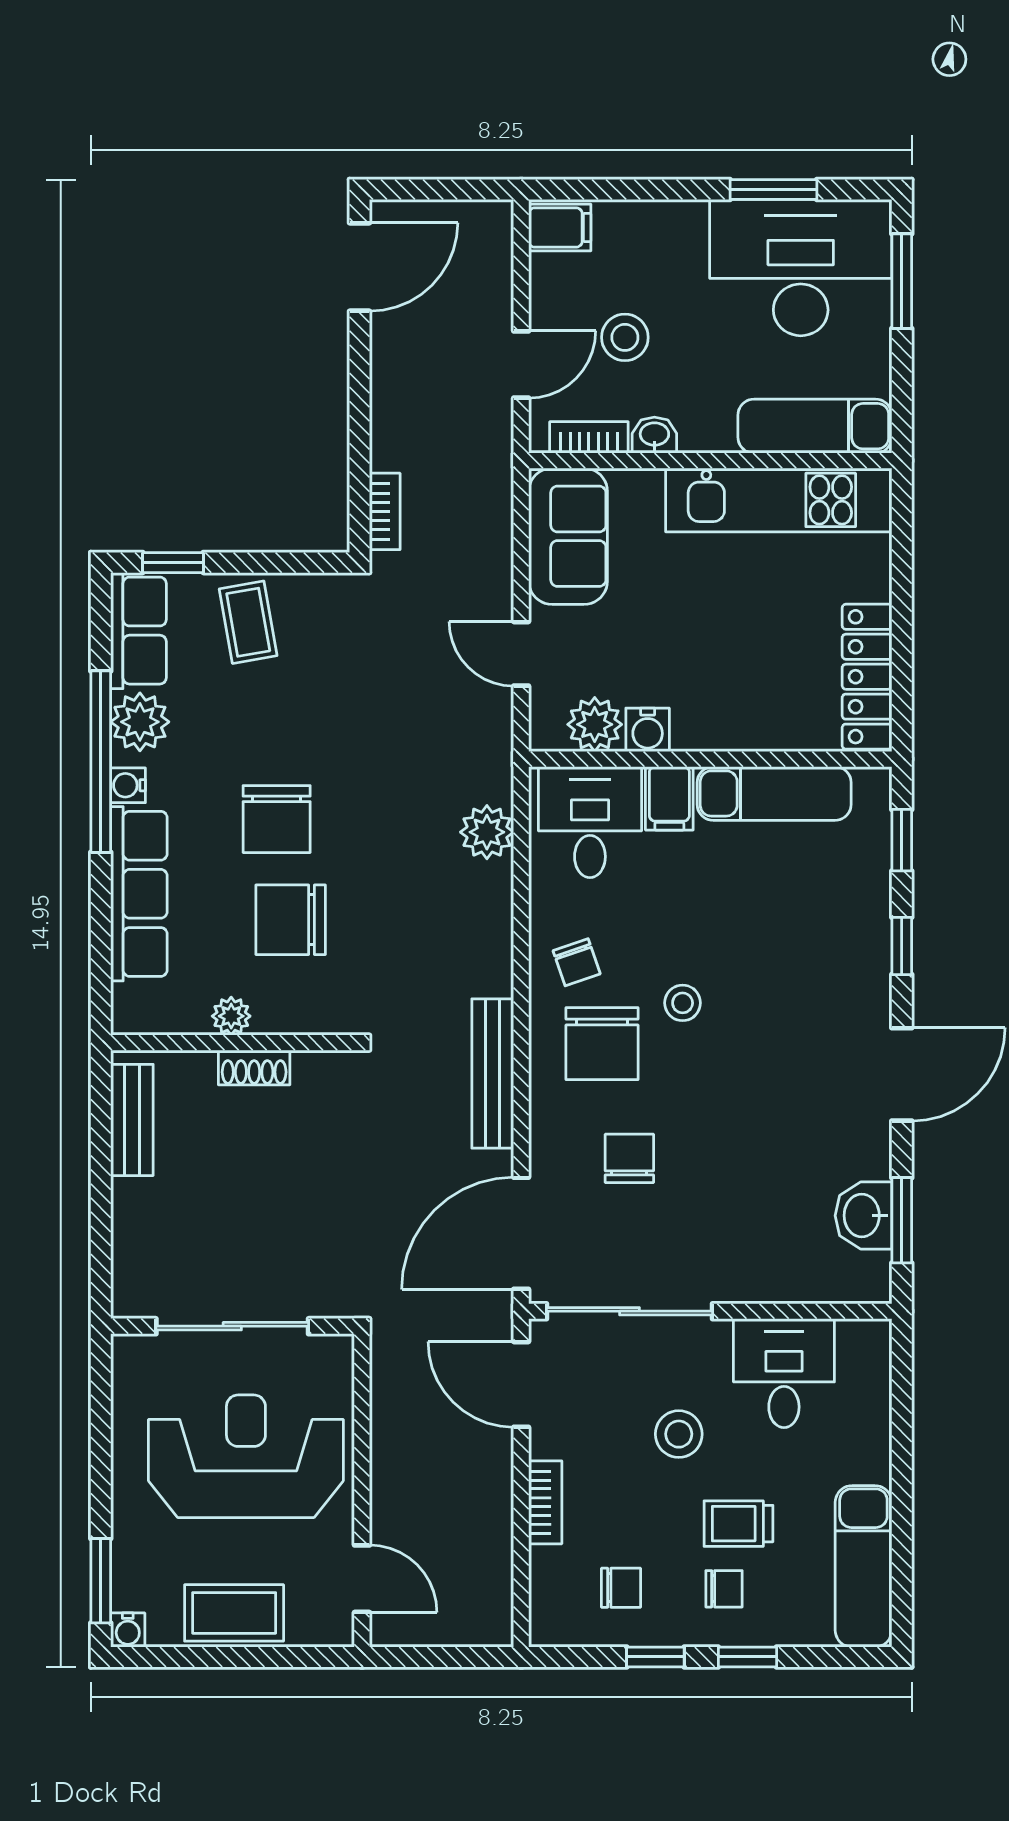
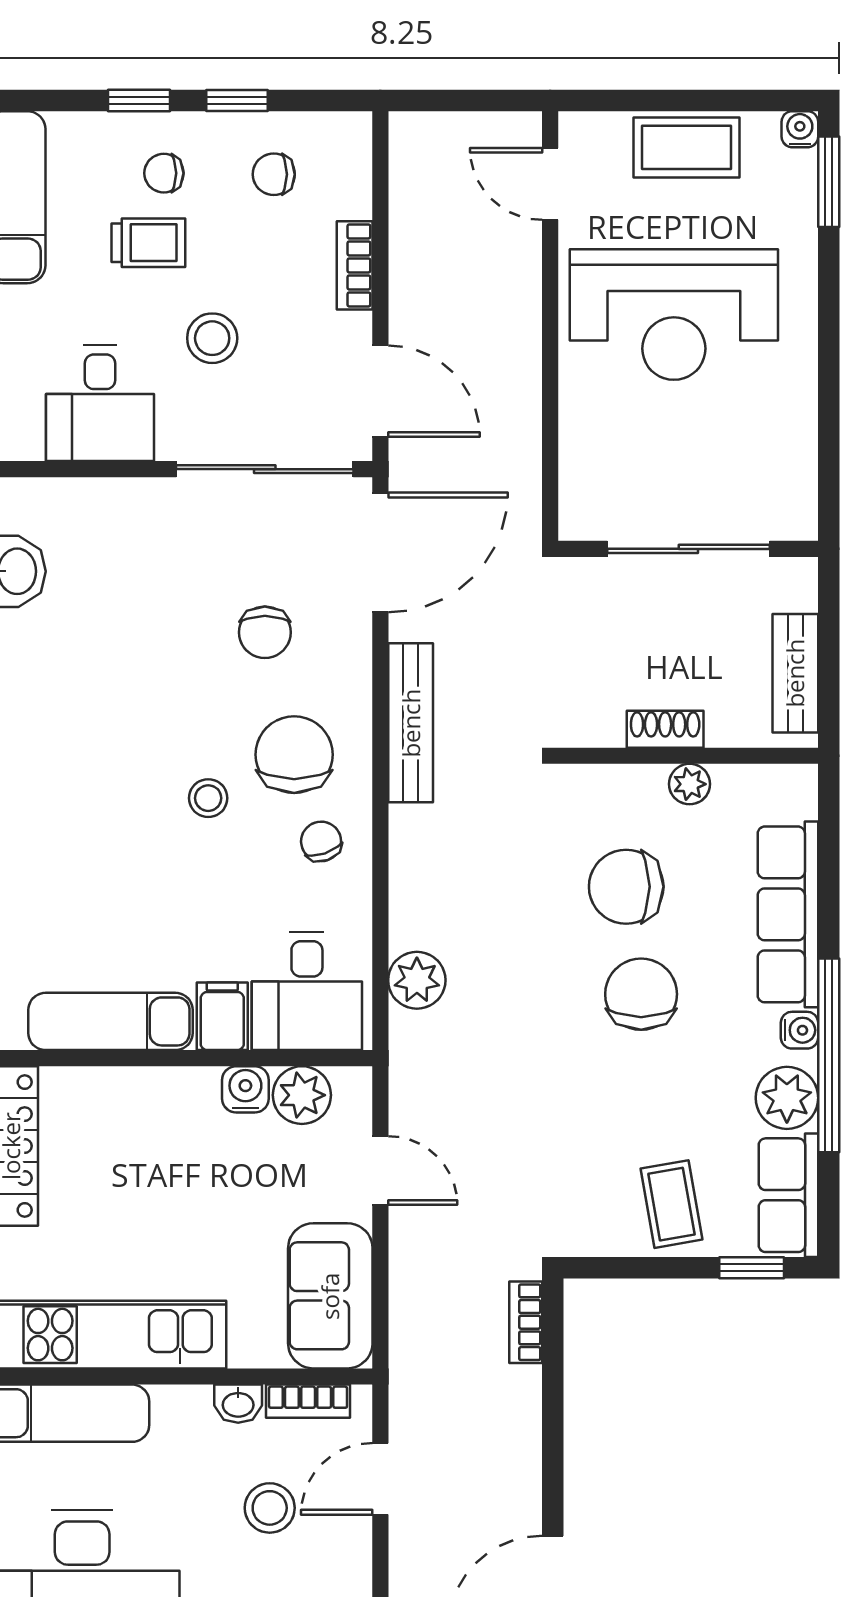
chair: (291, 920) -> (626, 887), turned 180
sliding door: (232, 1326) -> (688, 549), moved
wall: (233, 1326) -> (688, 549), moved

